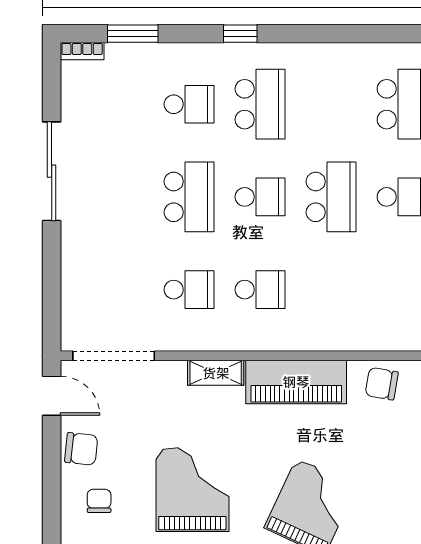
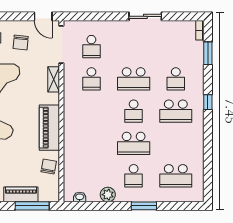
sliding door: (52, 171) -> (145, 16), width x0.73
school desk: (260, 290) -> (91, 47), moved
shelving: (216, 373) -> (54, 79), moved
door: (52, 396) -> (43, 16), hinge flipped
chair: (81, 449) -> (21, 43), moved

